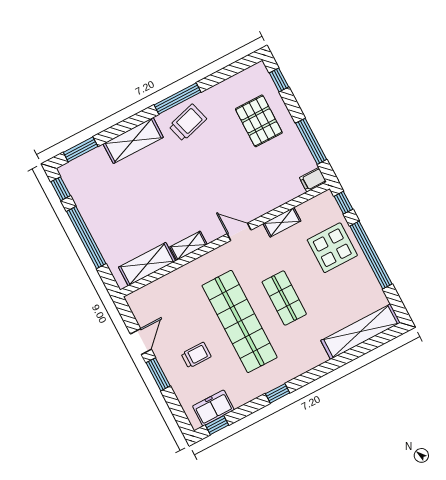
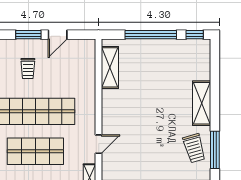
window: (81, 149) -> (215, 63), removed
shelving: (189, 246) -> (107, 103), removed
shop shelf: (284, 298) -> (35, 151), width x1.43, depth x1.36
door: (141, 342) -> (58, 35), hinge flipped

